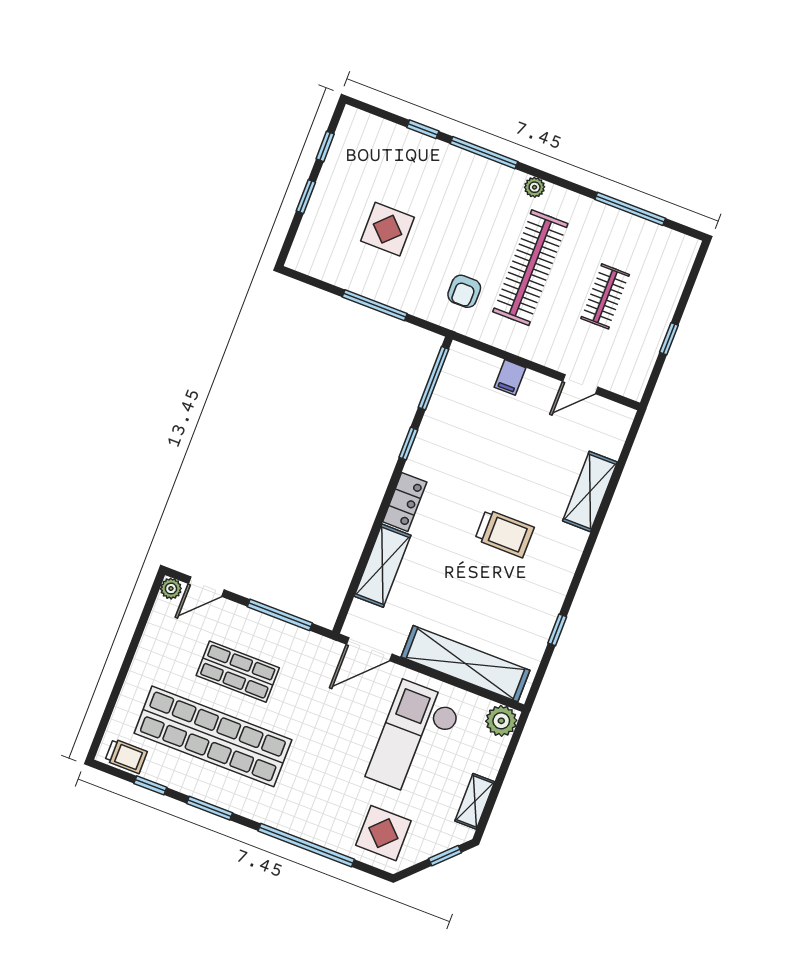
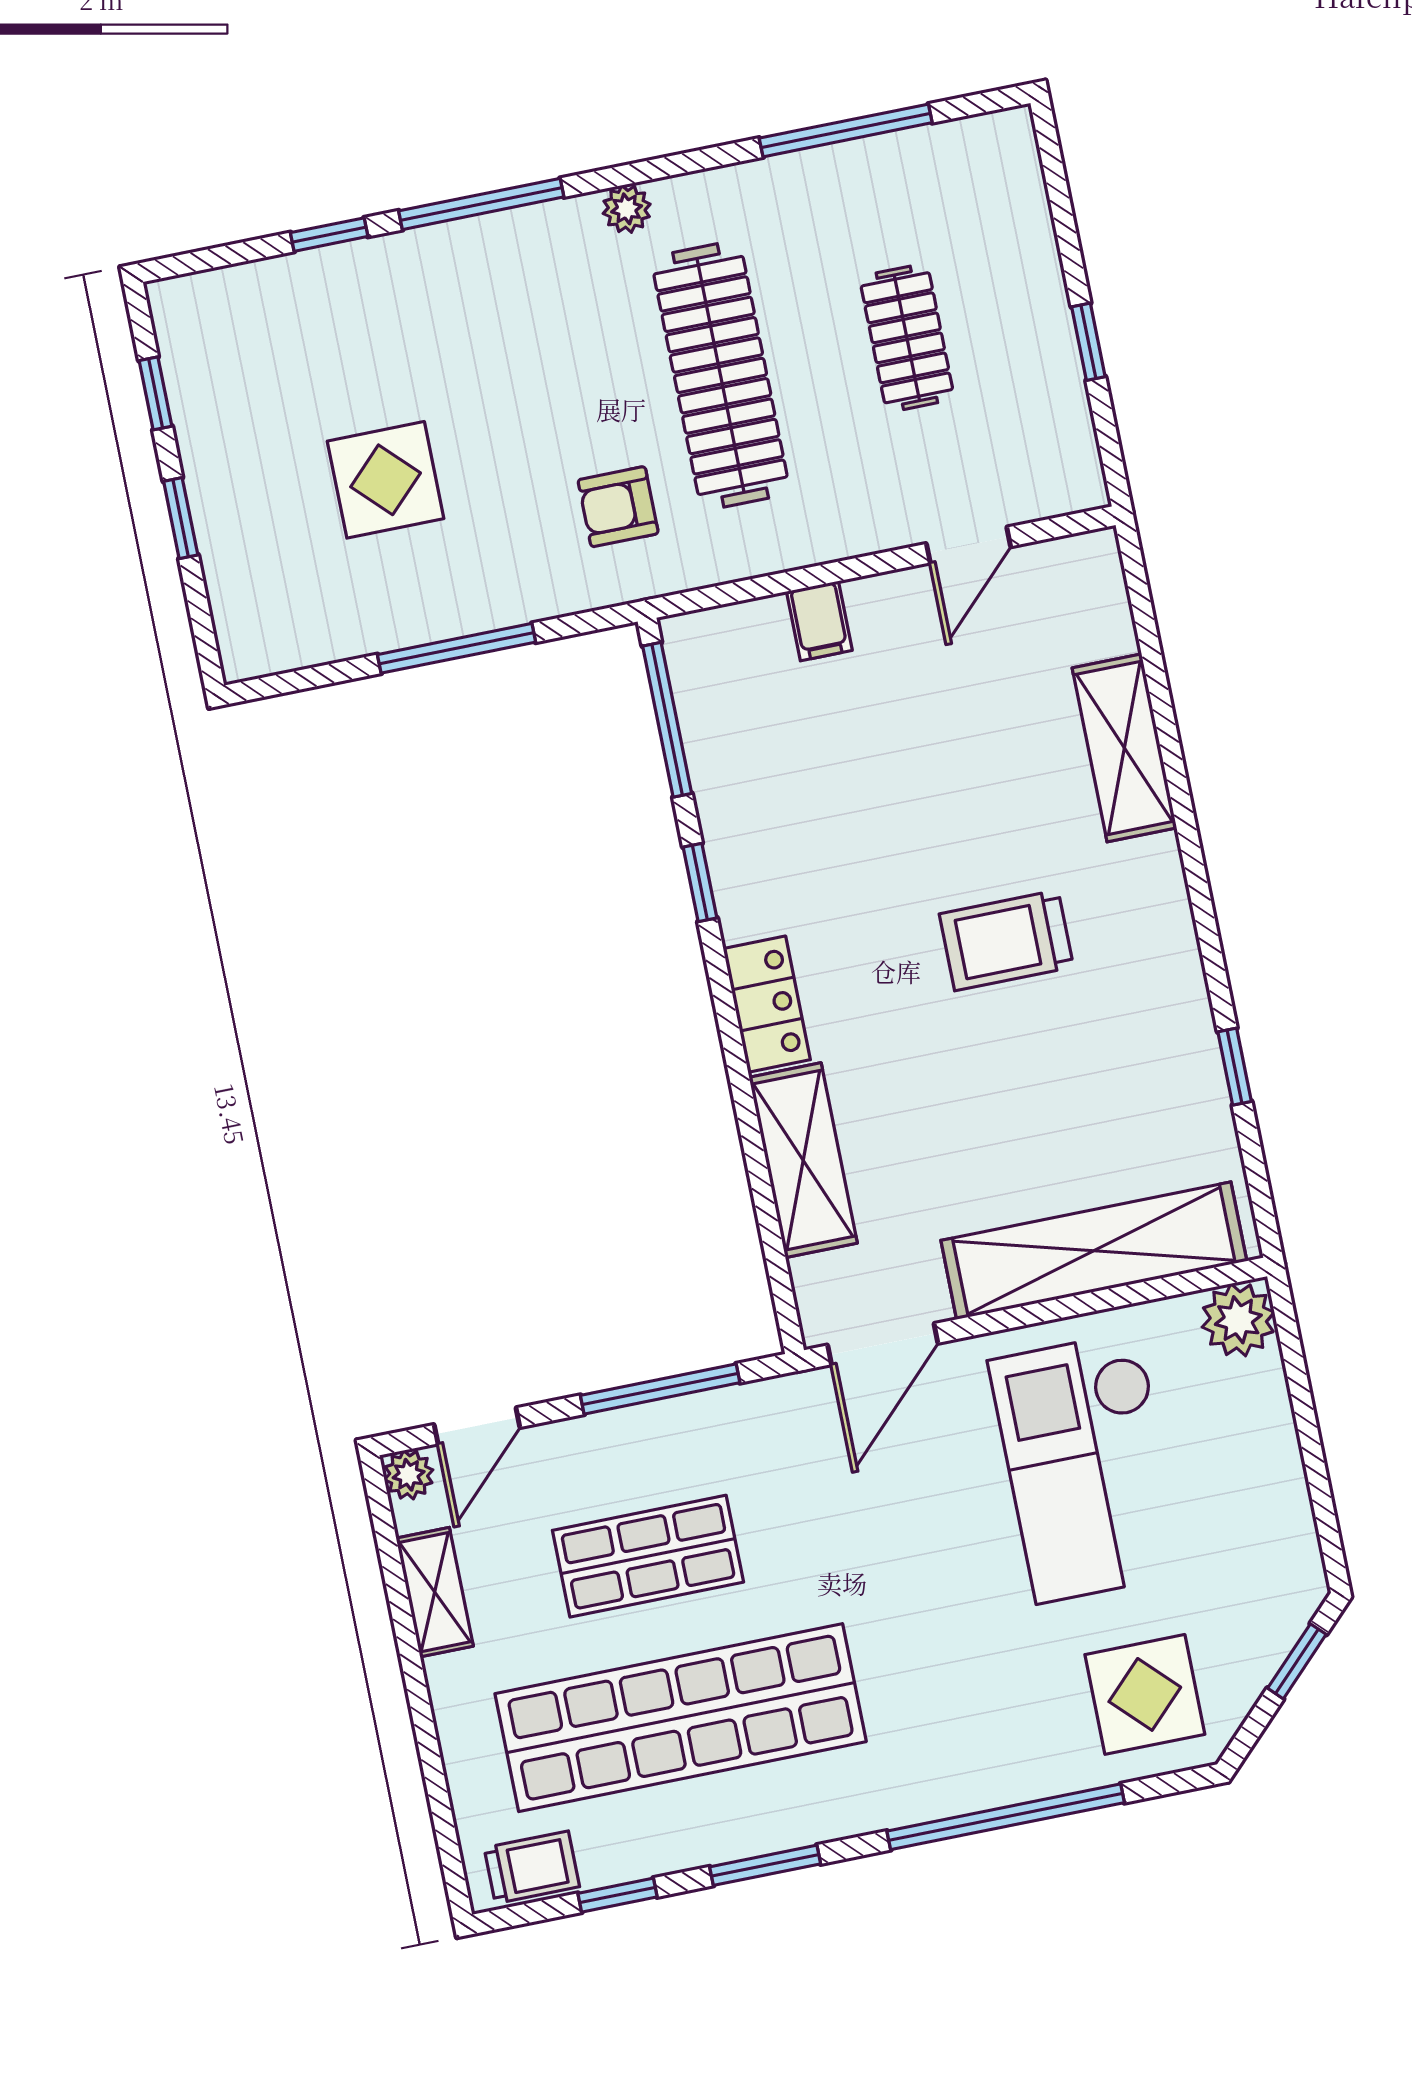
armchair: (464, 291) -> (618, 507), turned 90
trolley: (504, 533) -> (1006, 940), turned 180
shelving: (475, 801) -> (435, 1592), moved

